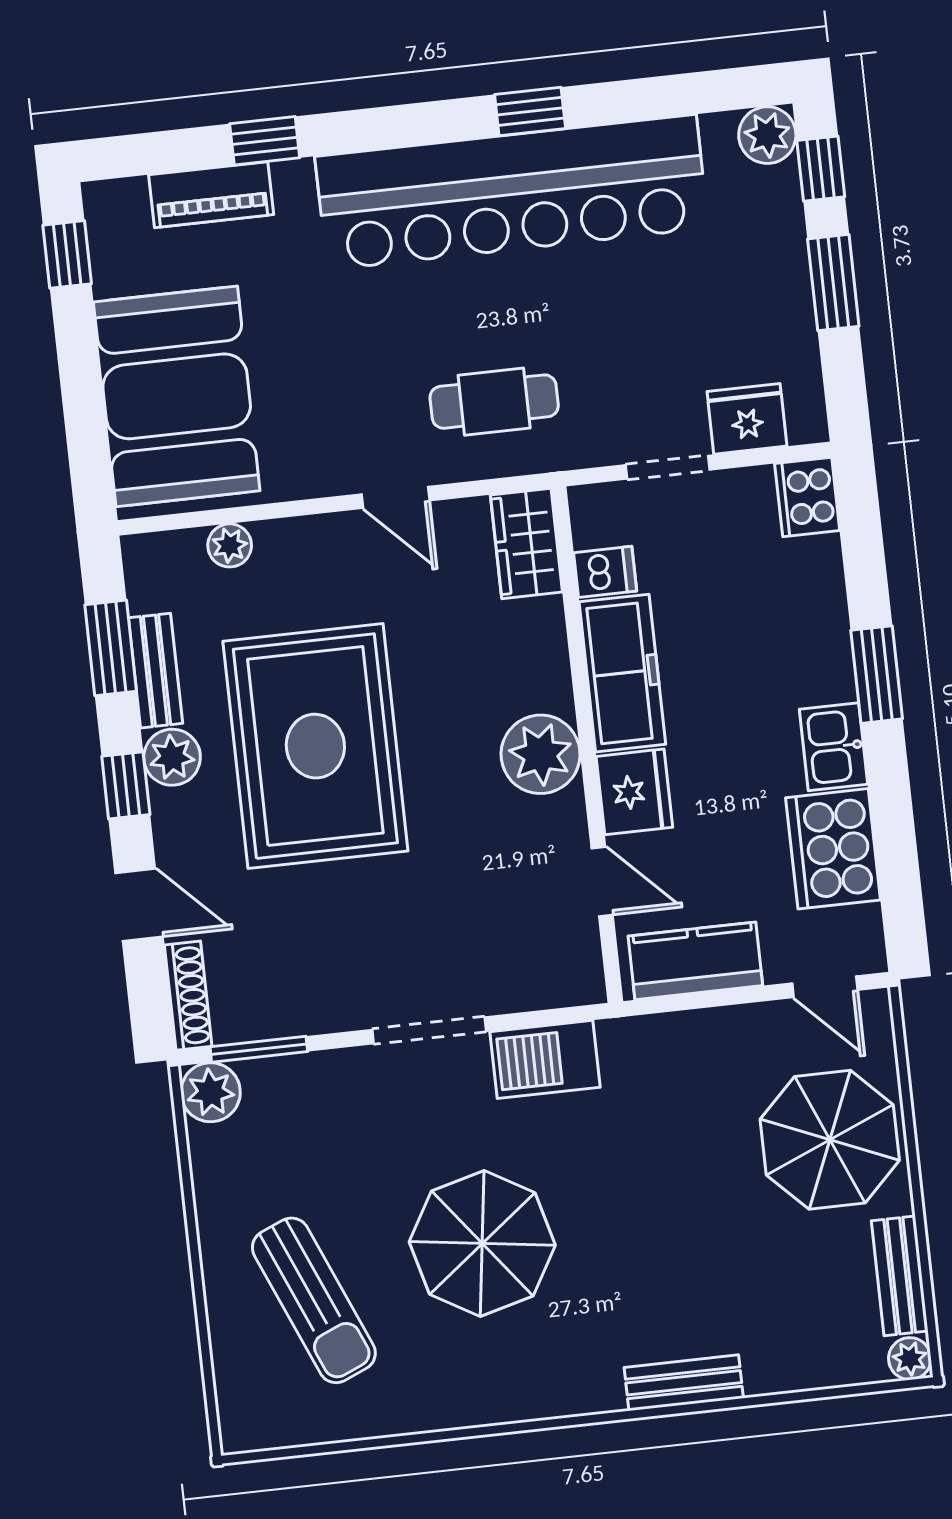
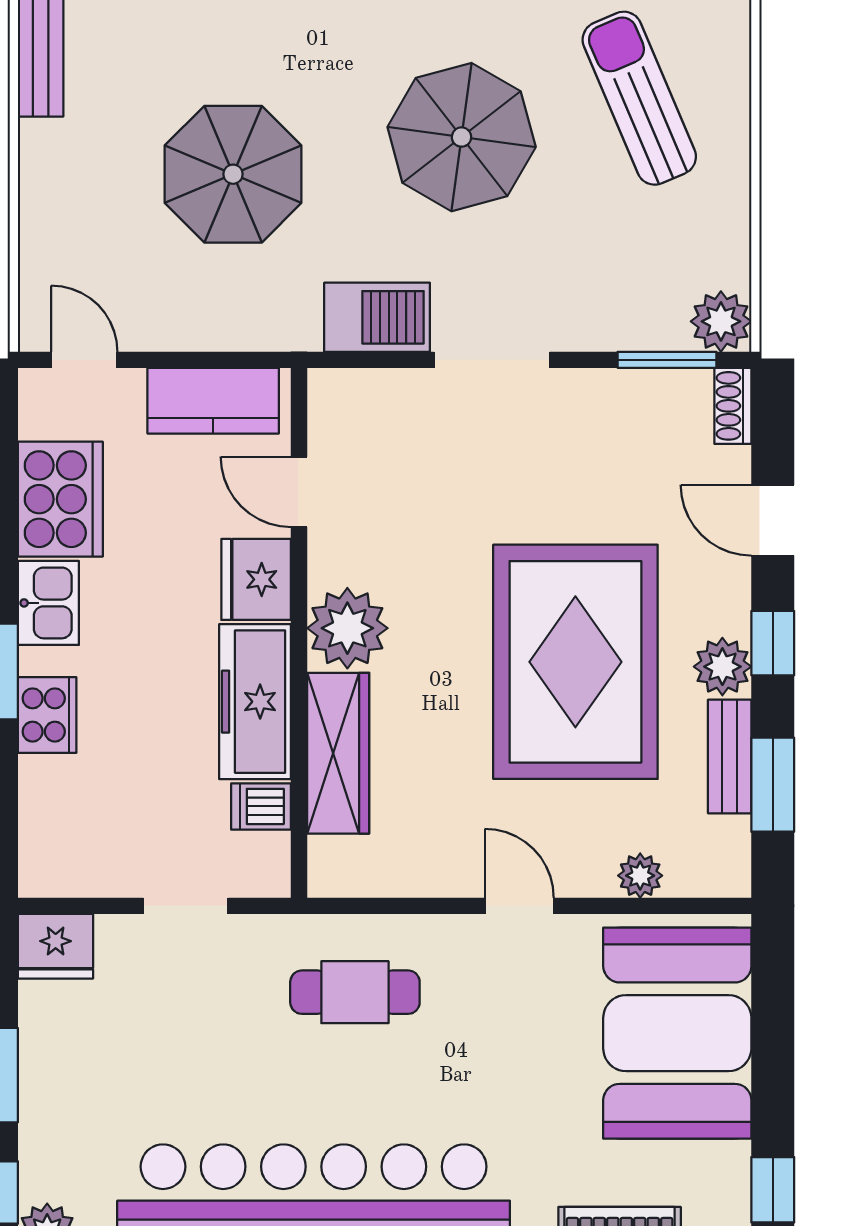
fridge: (747, 419) -> (56, 946), moved
door: (395, 497) -> (519, 906), moved
cooker: (807, 497) -> (47, 715), moved
wardrobe: (526, 543) -> (338, 753), moved, width x1.50
shoe rack: (188, 996) -> (733, 406), width x0.70
parasol: (830, 1140) -> (233, 174), moved

